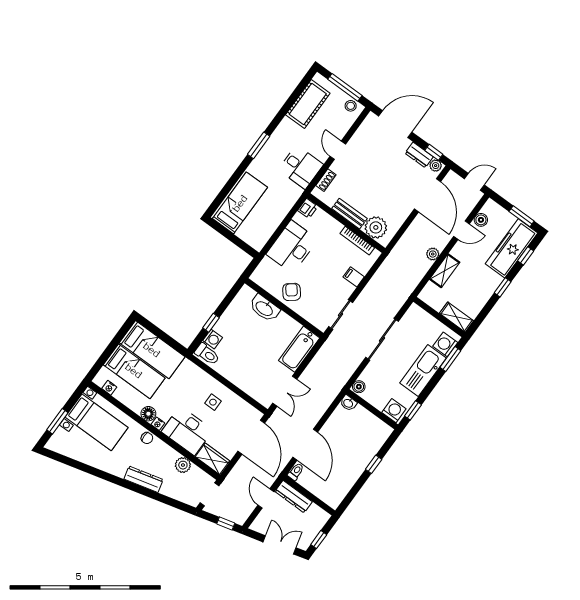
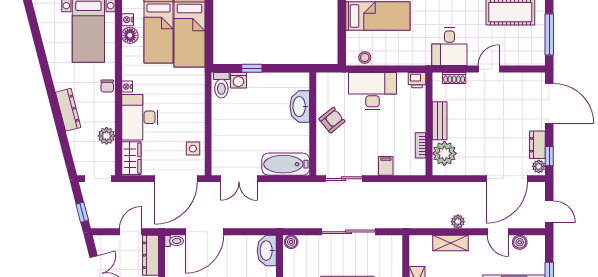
stool: (351, 106) -> (365, 58), moved
bookcase: (357, 241) -> (420, 145), width x0.64
side table: (213, 402) -> (193, 149), moved
washbasin: (348, 403) -> (267, 251), width x1.91, depth x1.45
floor lamp: (148, 414) -> (130, 35), moved

